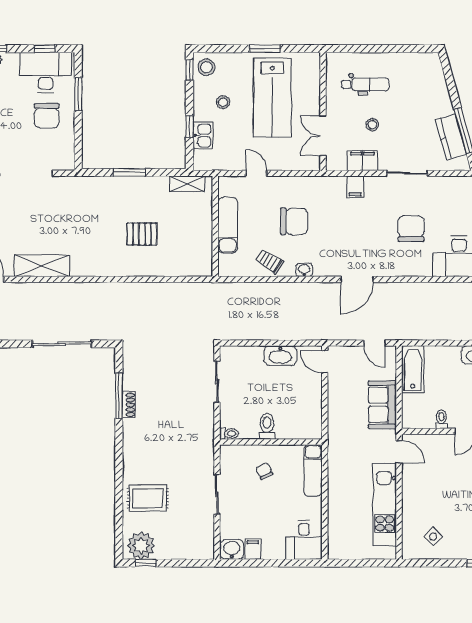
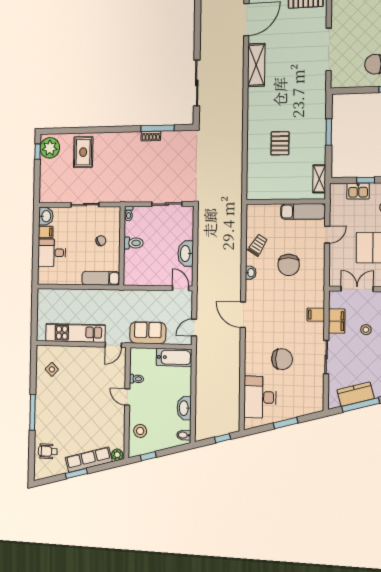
exam couch: (228, 225) -> (303, 211), moved
door: (325, 362) -> (181, 288), hinge flipped
desk: (304, 540) -> (52, 253), moved

